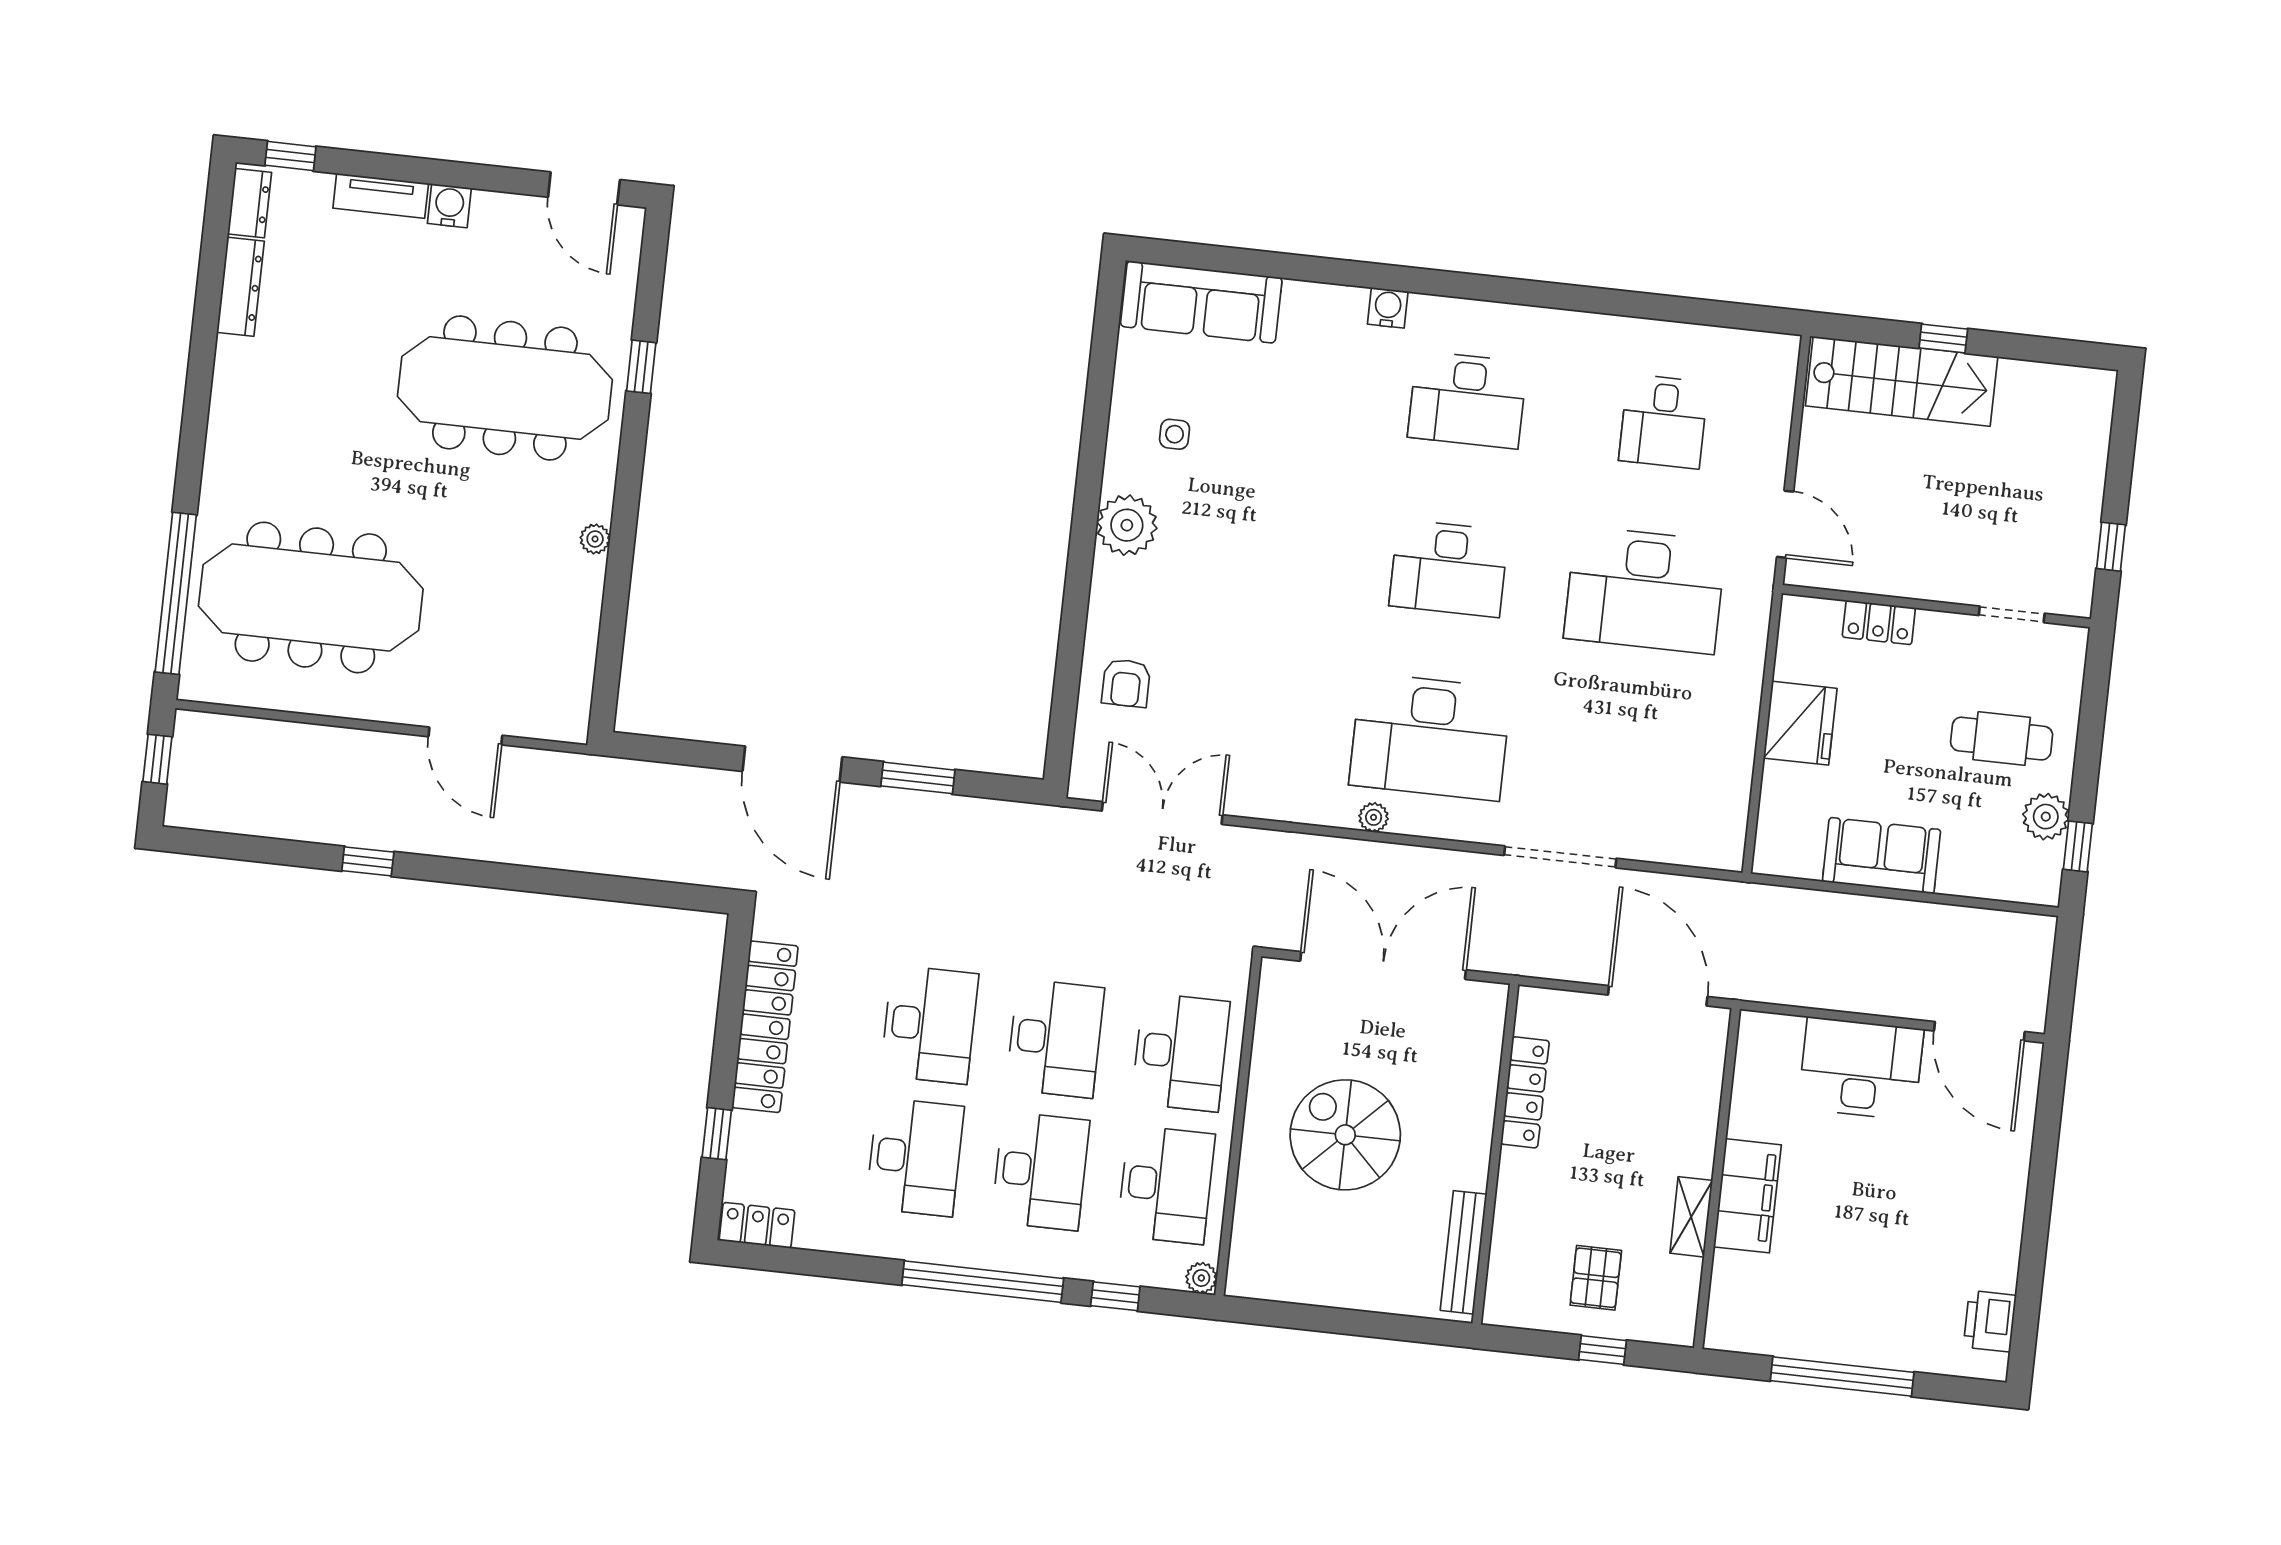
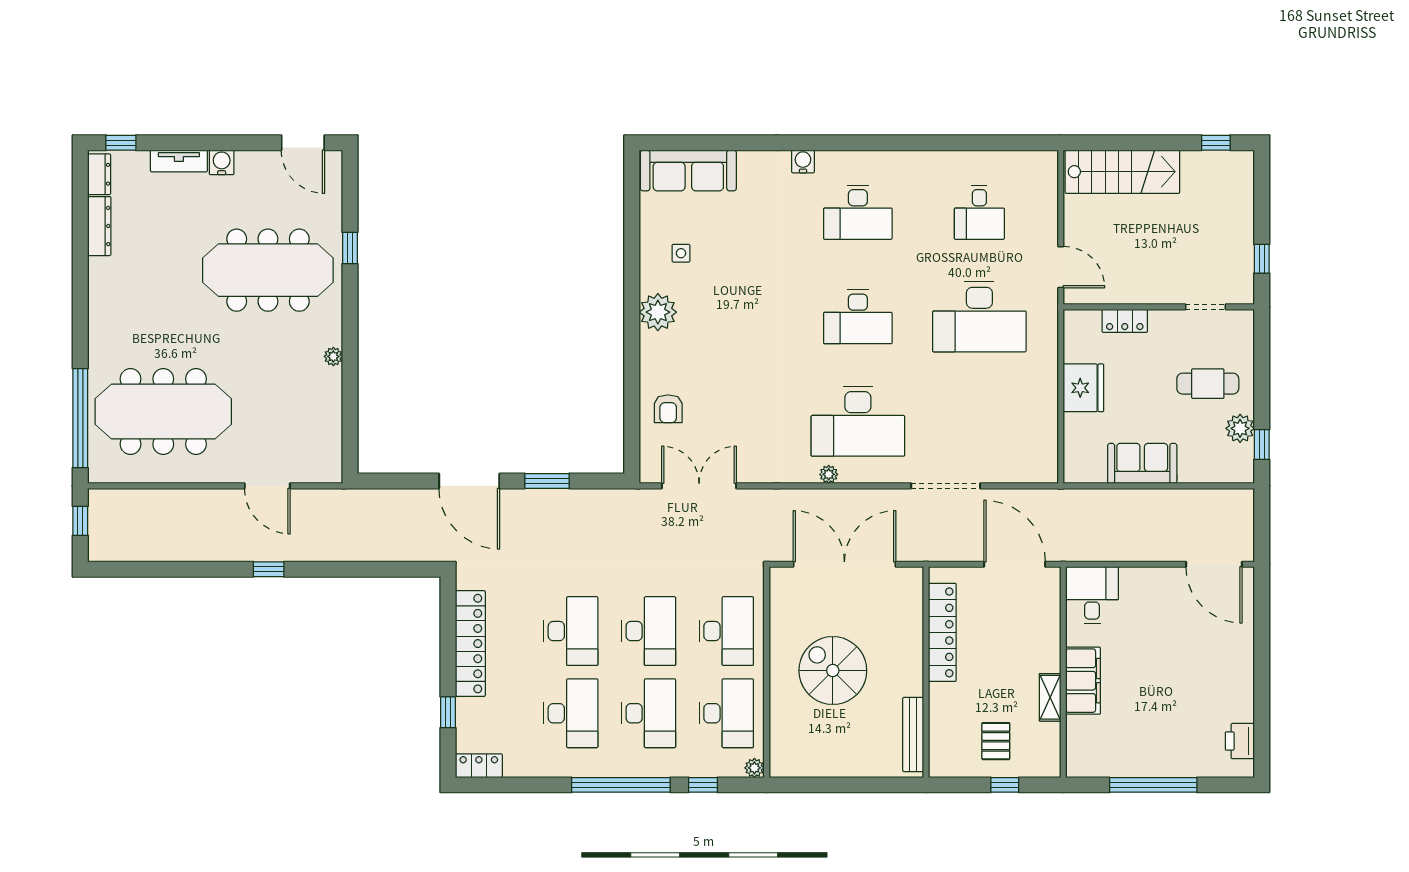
window: (1943, 339) -> (1216, 143), moved
window: (368, 861) -> (269, 569), moved
desk: (1861, 1069) -> (1092, 595), moved, width x0.73
locker: (1525, 1092) -> (942, 632), width x1.41, depth x1.21

